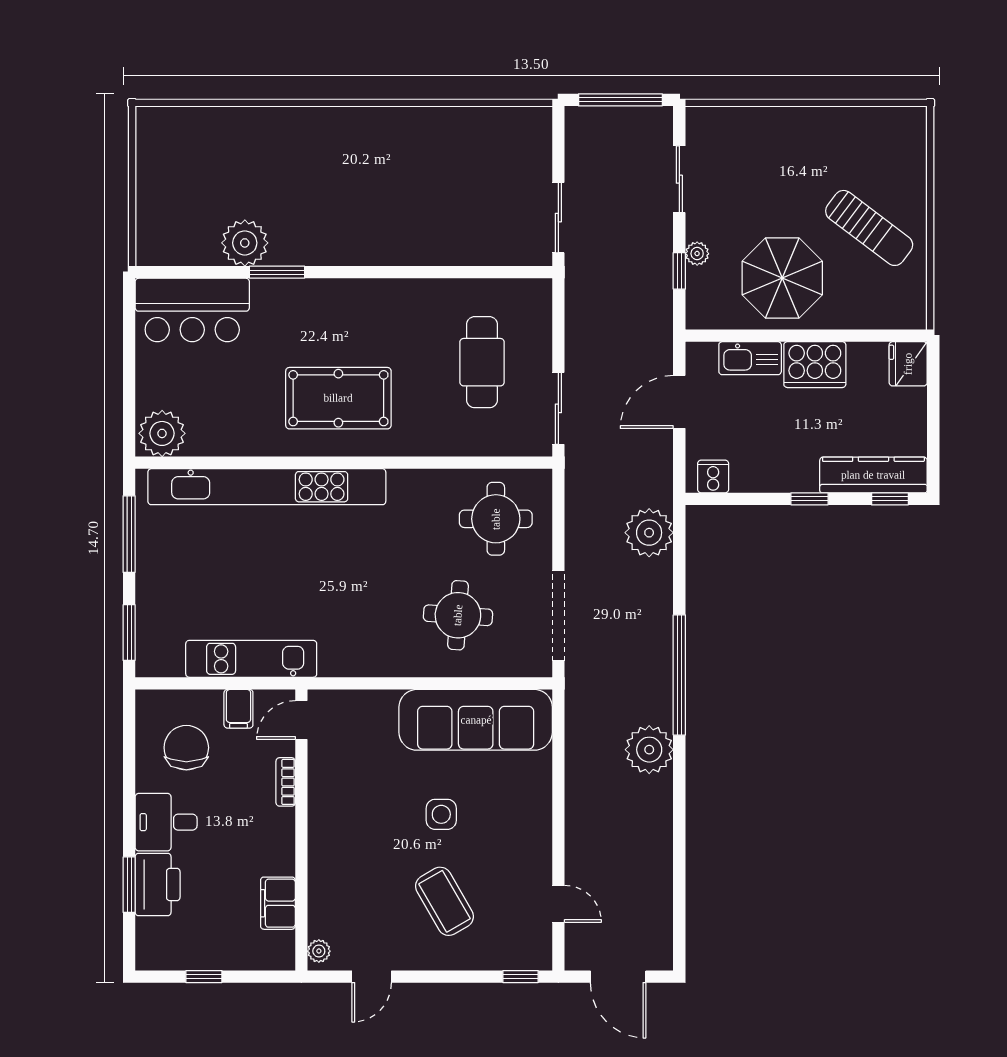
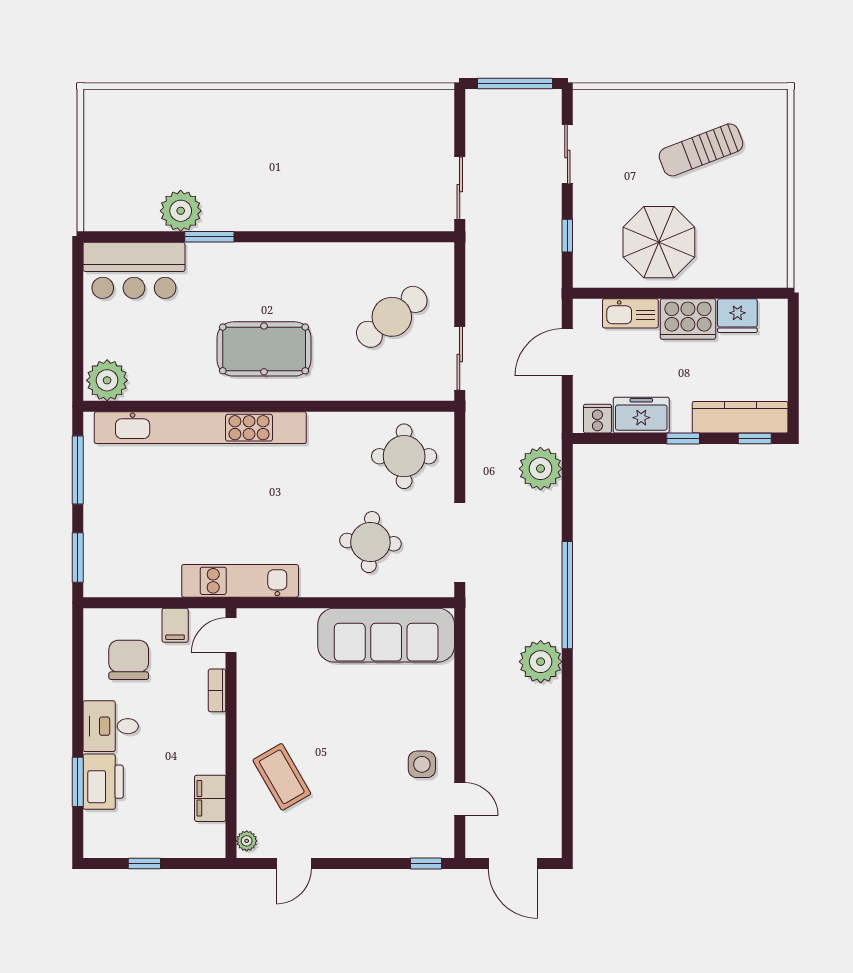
sun lounger: (869, 228) -> (701, 150), moved, turned 122
plant: (697, 254) -> (583, 220), removed
cafe table: (482, 362) -> (392, 317), turned 52
fridge: (908, 364) -> (737, 316), moved, turned -90
freezer: (762, 473) -> (641, 415), added
kitchen unit: (251, 659) -> (240, 581), moved
side table: (441, 814) -> (422, 764), moved
coffee table: (444, 901) -> (282, 777), moved

